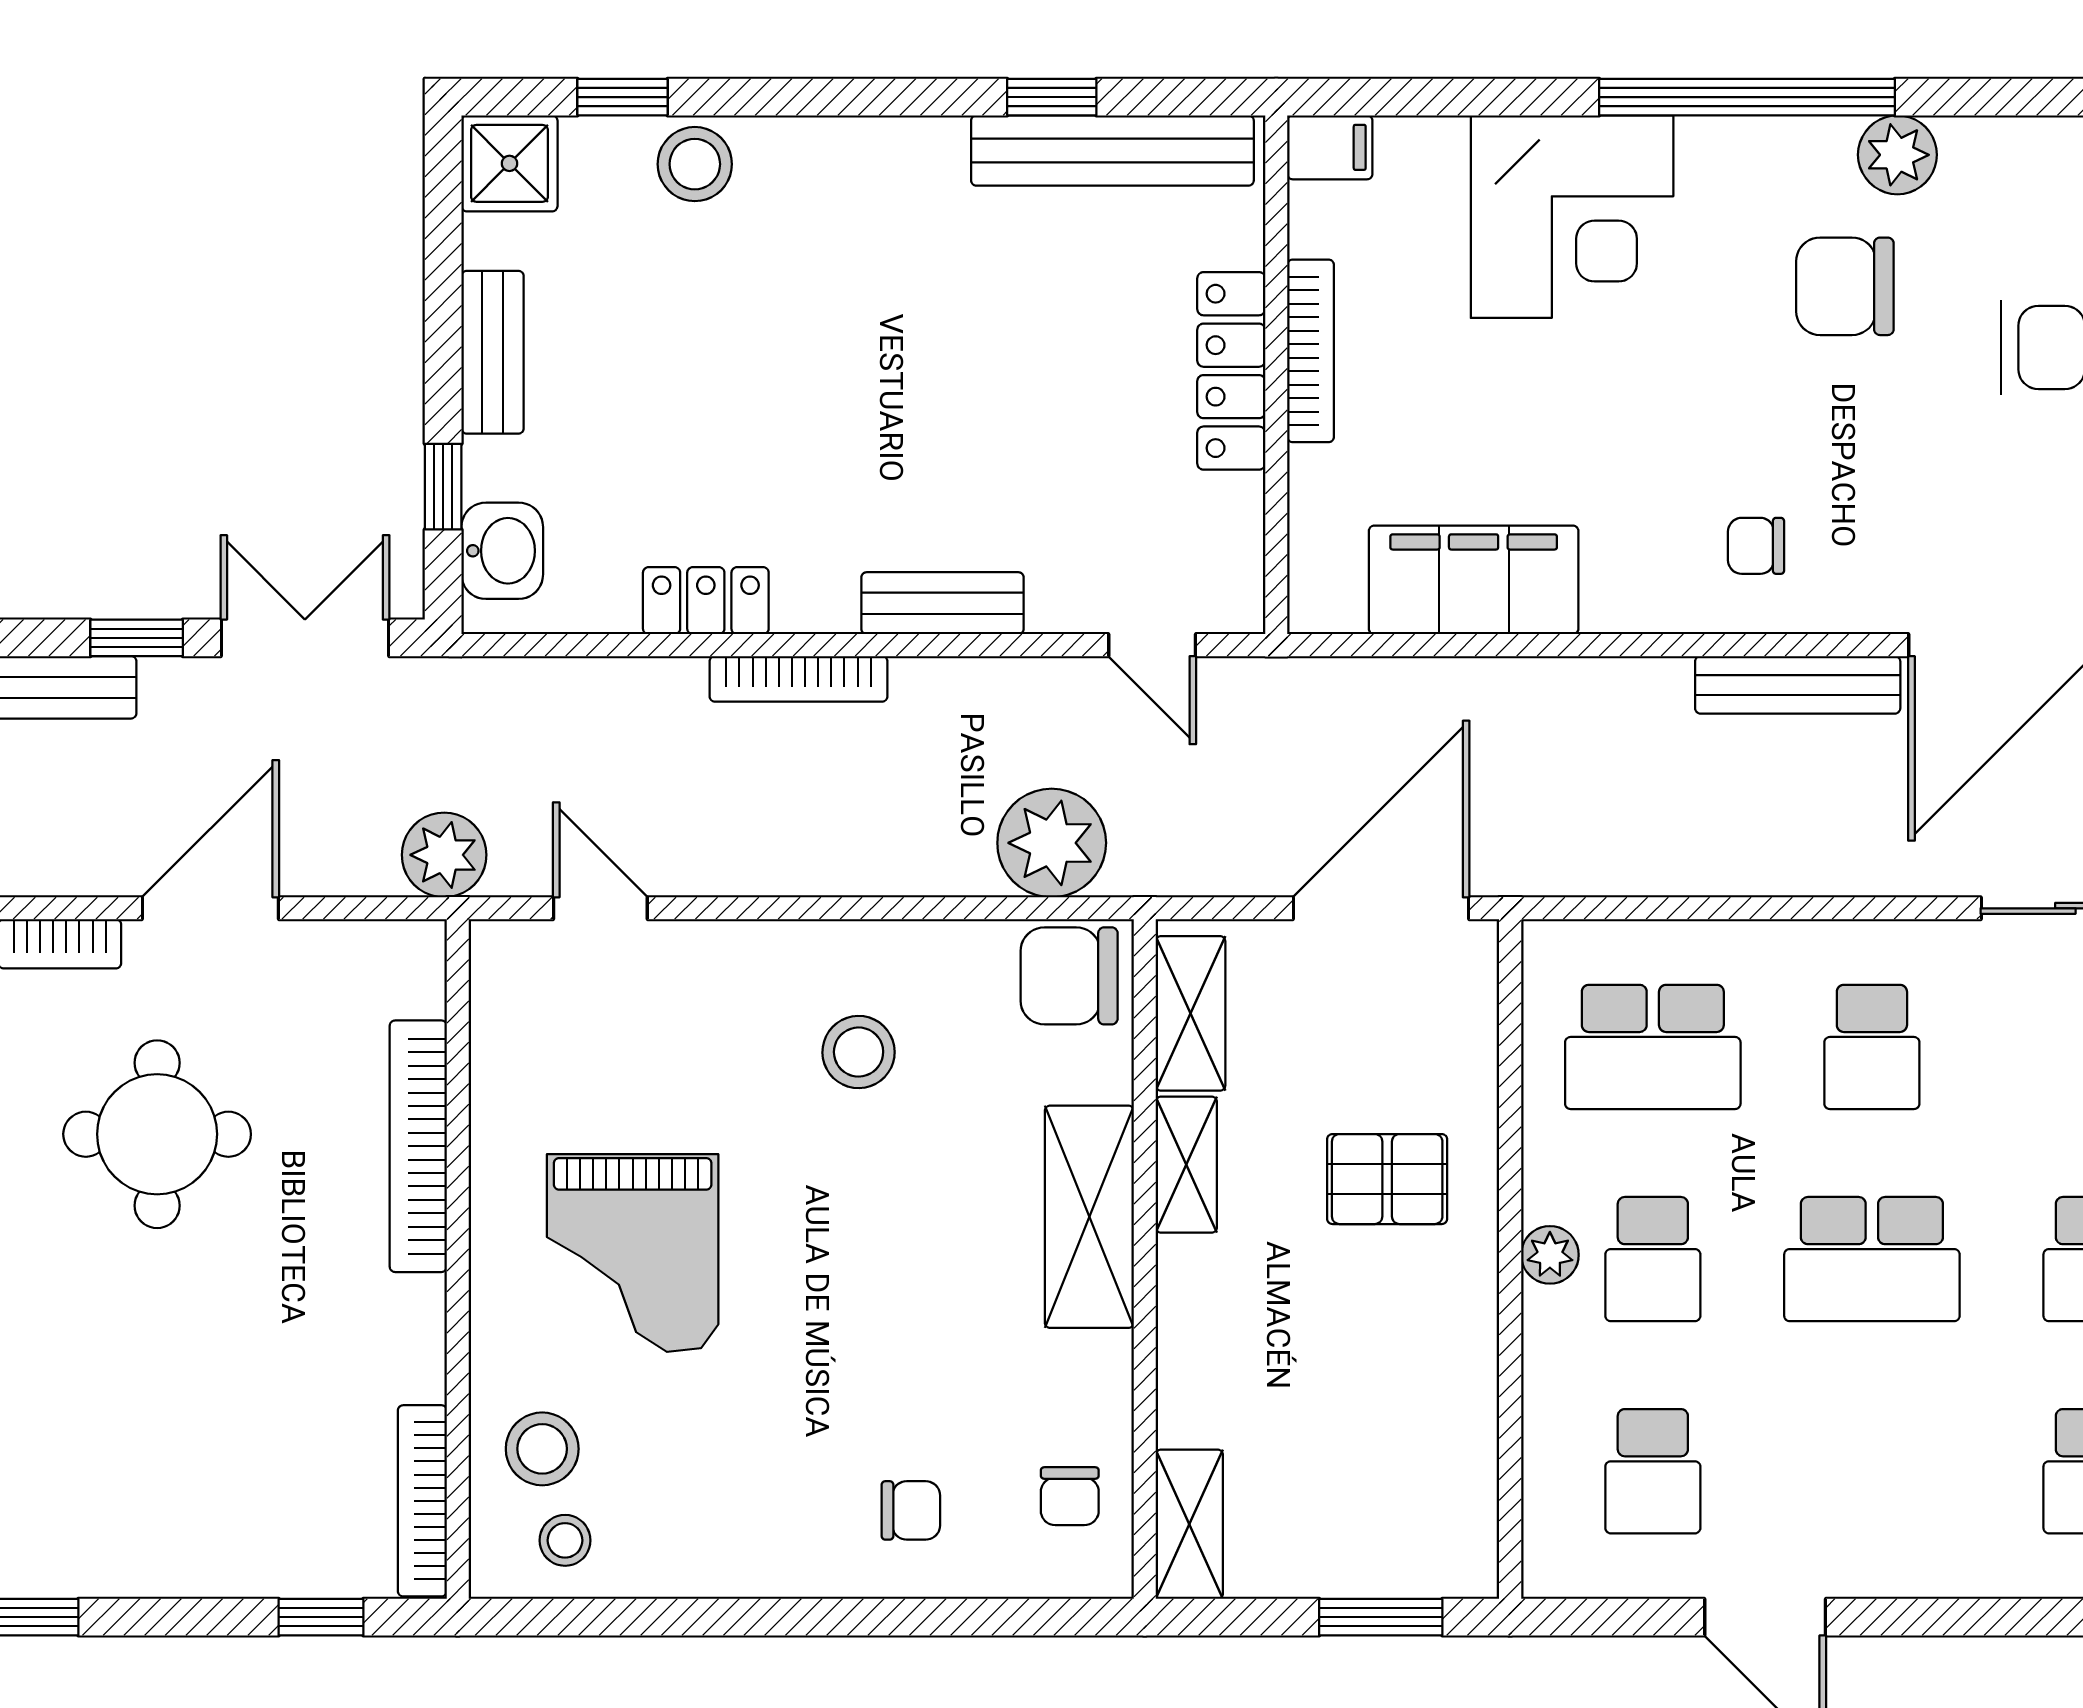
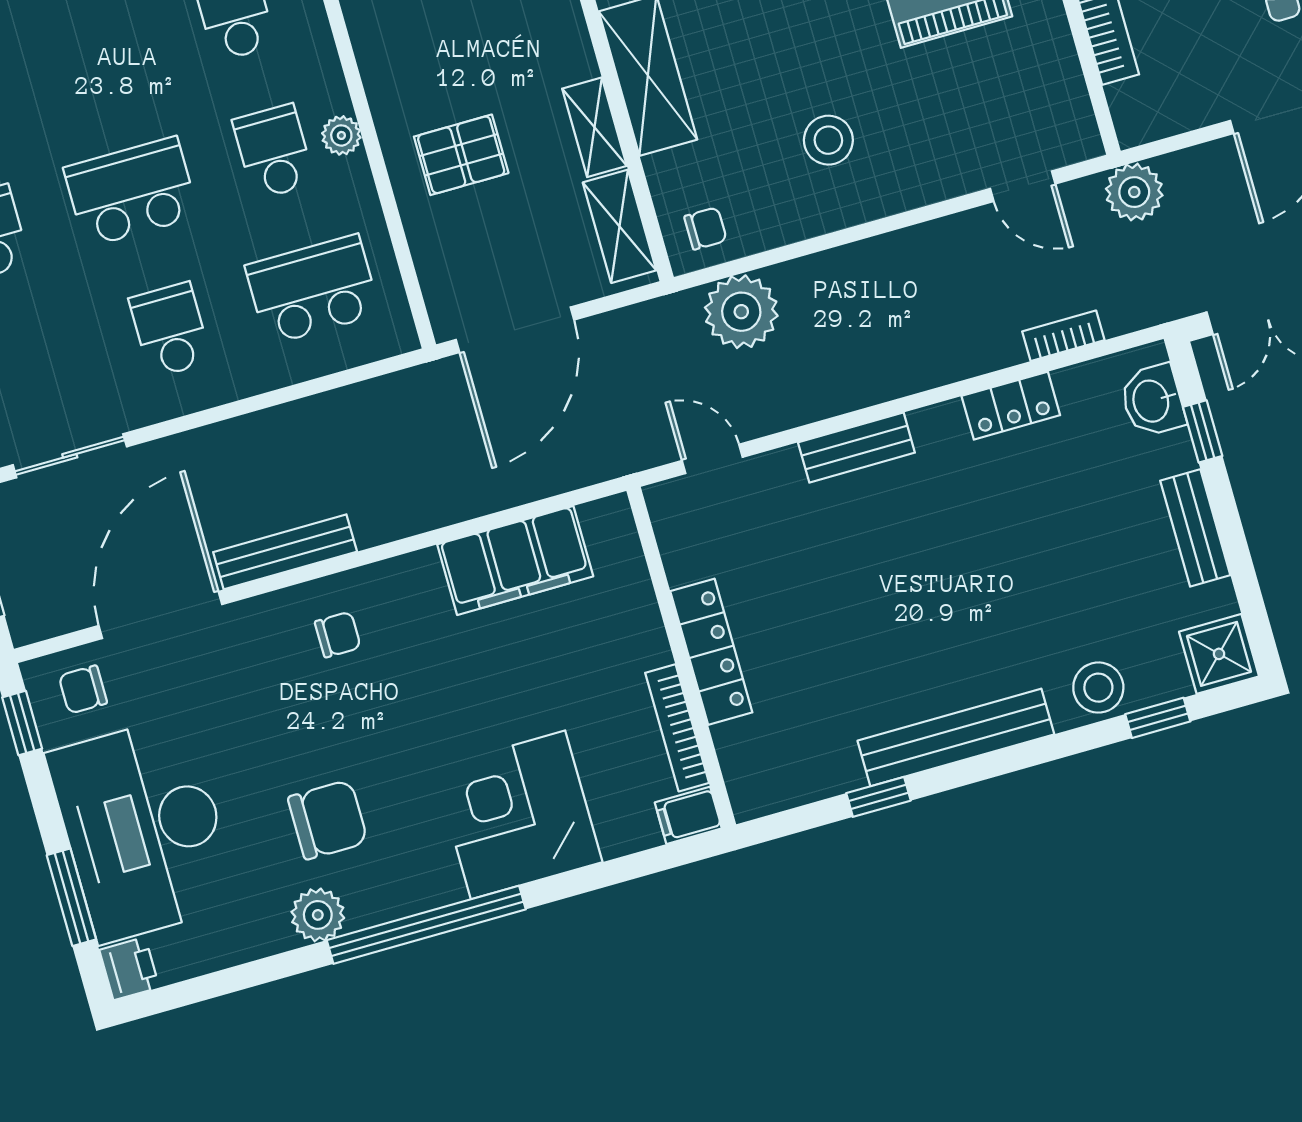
bench: (1112, 151) -> (956, 737), moved
bookcase: (1311, 351) -> (677, 728), moved
bookcase: (799, 679) -> (1063, 336), moved, width x0.64
chair: (1069, 976) -> (705, 228), width x0.54, depth x0.54

